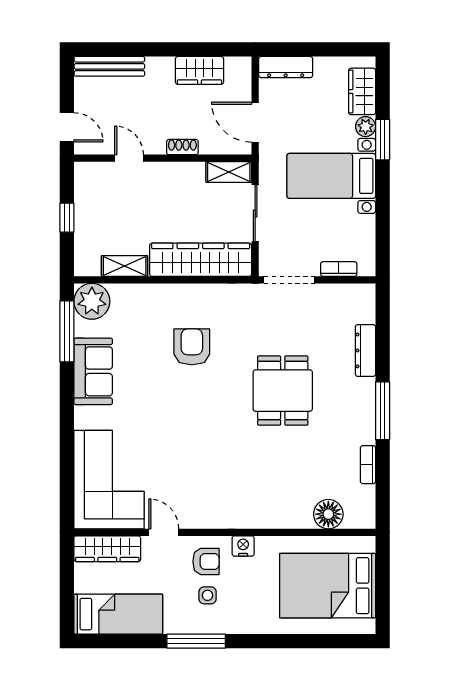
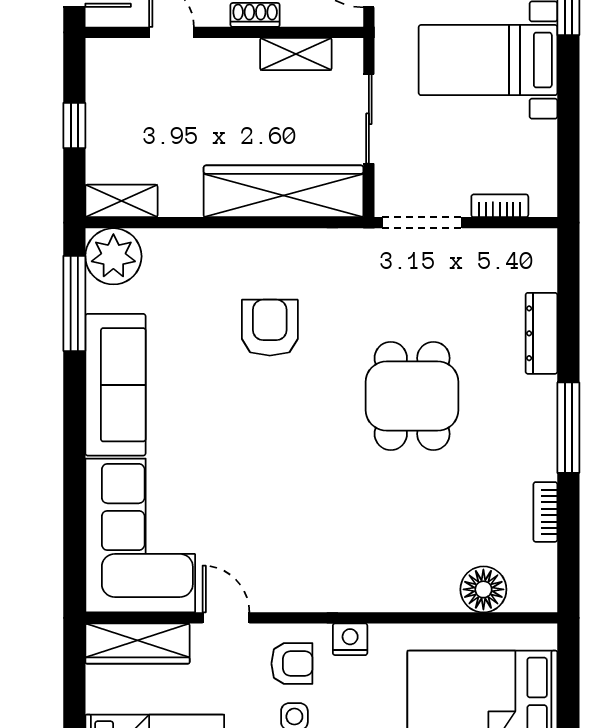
shelving: (229, 172) -> (296, 54), moved
shelving: (125, 266) -> (121, 201), moved
sofa: (93, 371) -> (115, 385), width x1.36

